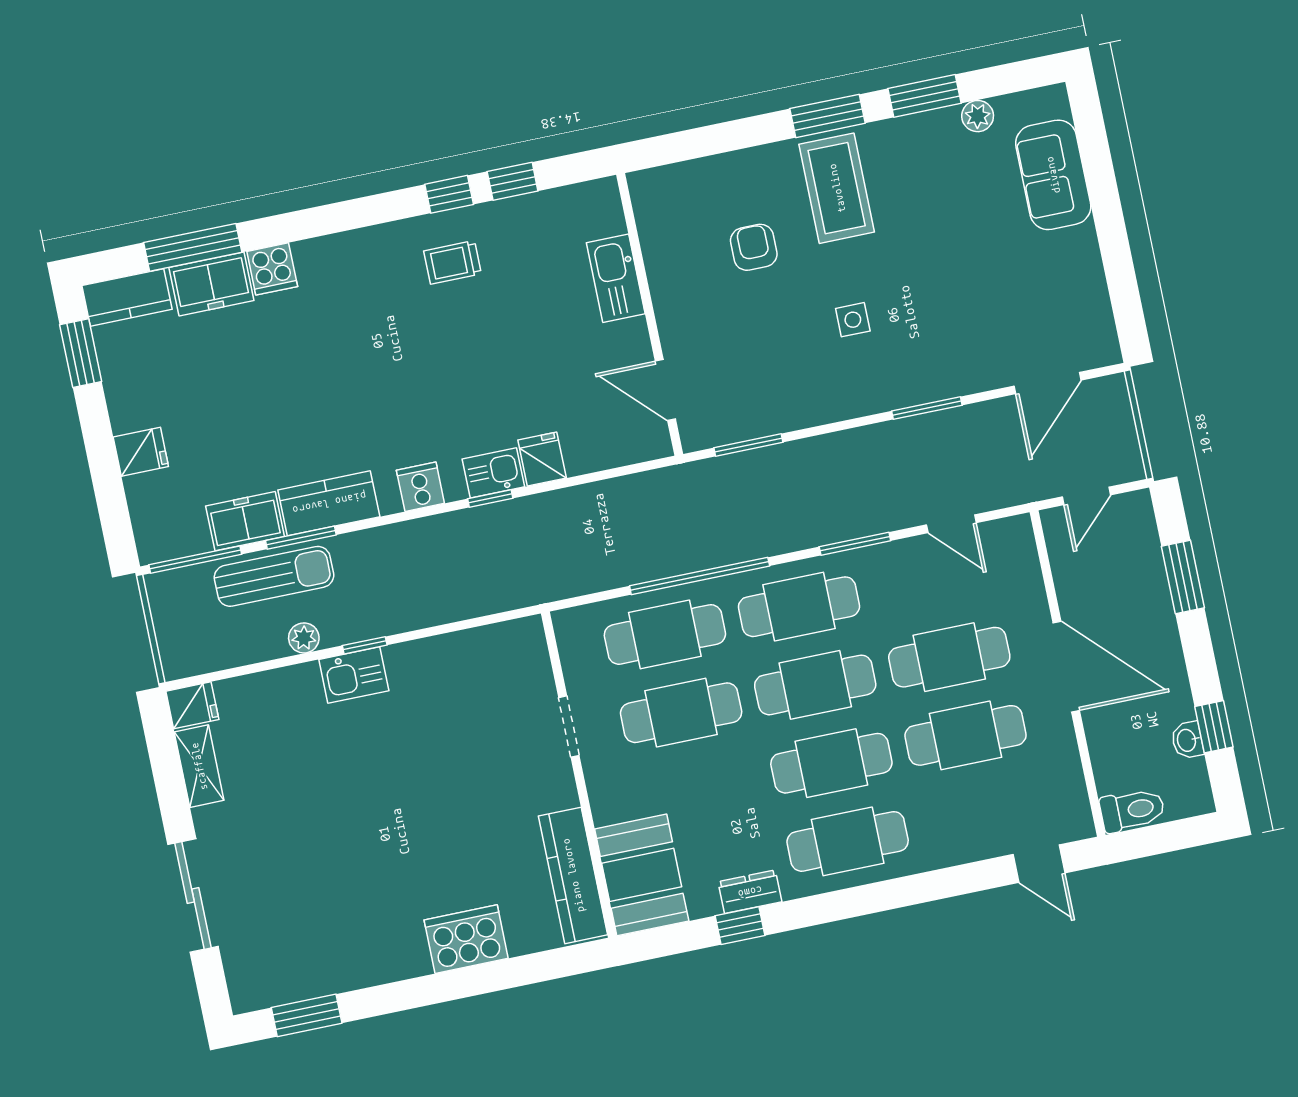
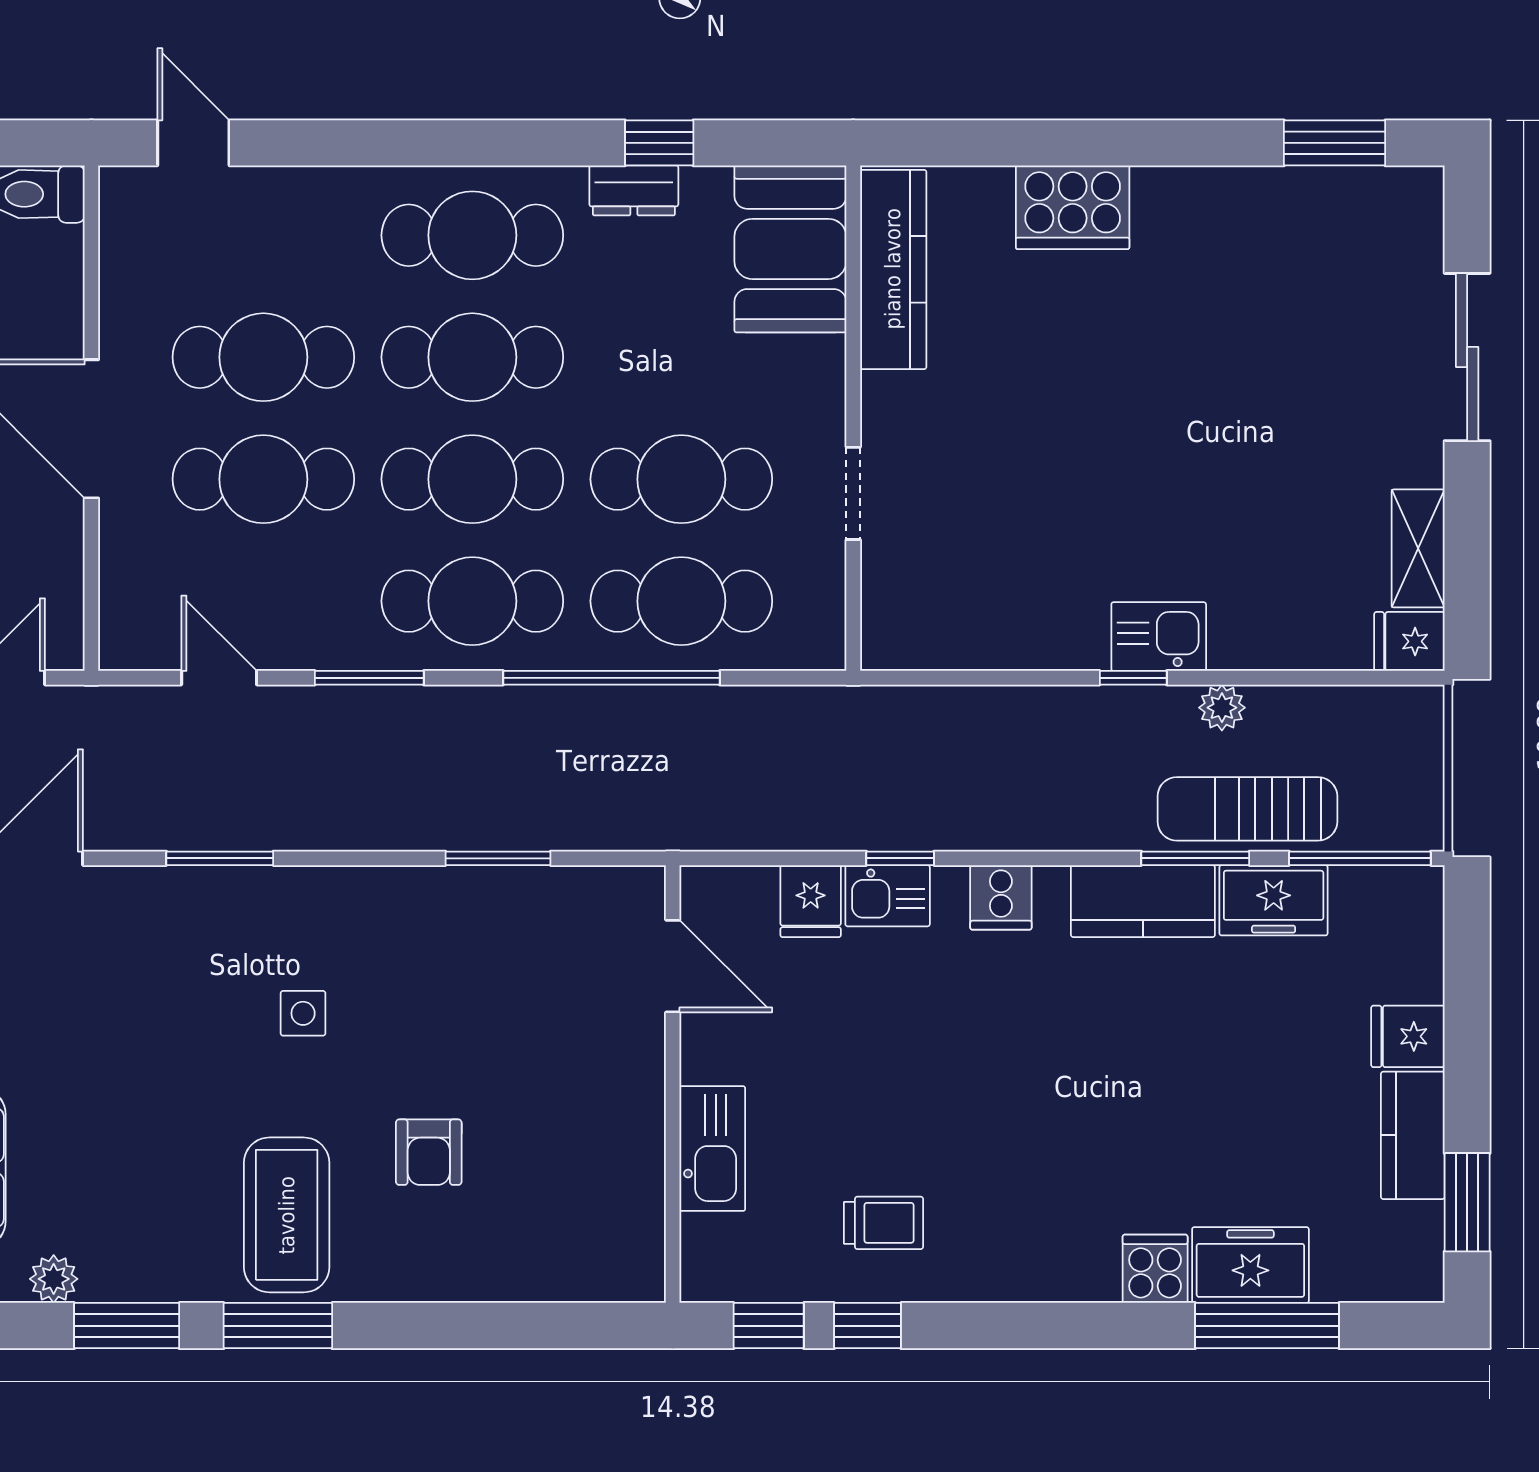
kitchen sink: (616, 278) -> (712, 1149), moved
kitchen counter: (127, 297) -> (1413, 1135), moved, turned -90
wall: (650, 314) -> (673, 1084), moved
door: (665, 390) -> (673, 966), moved

